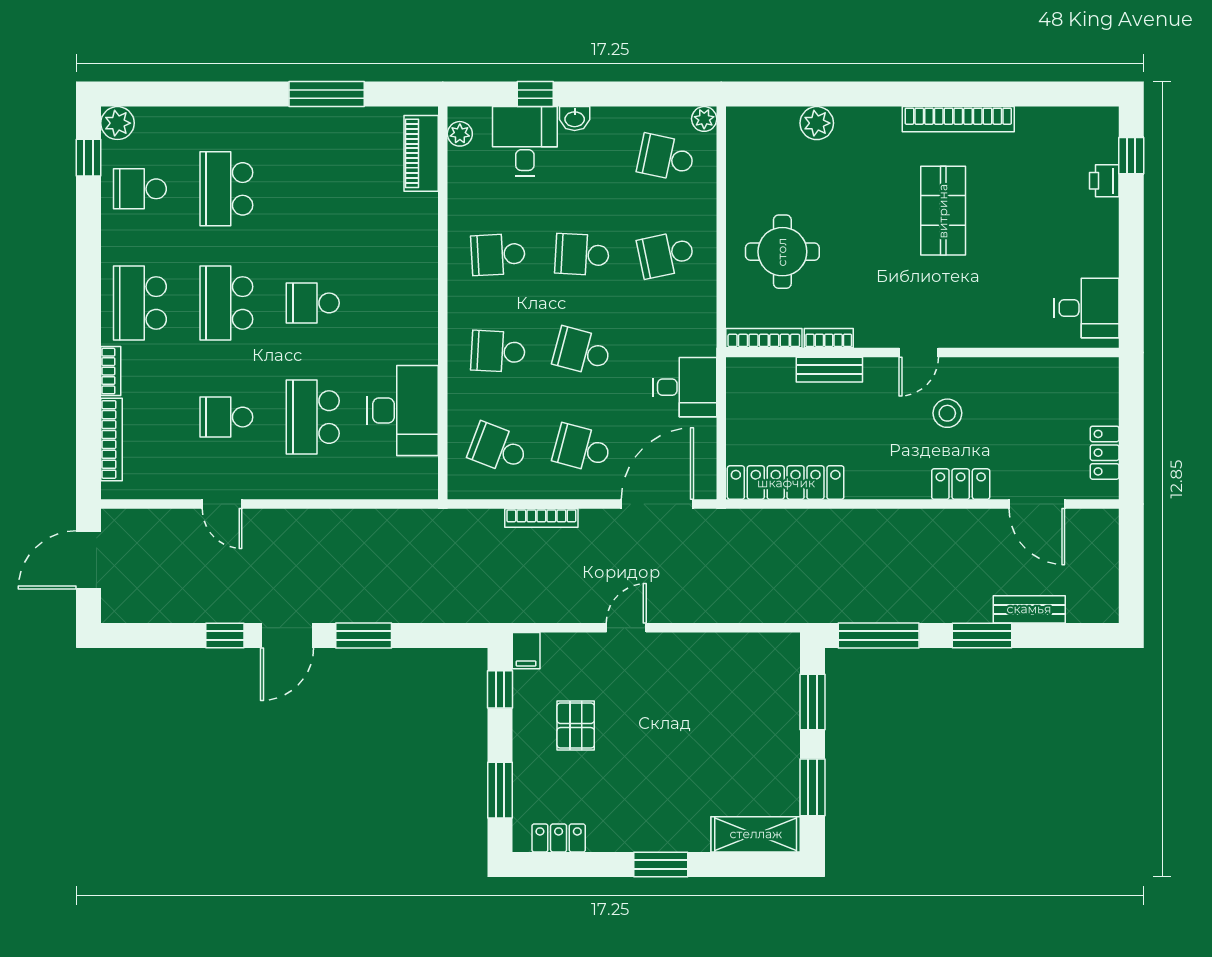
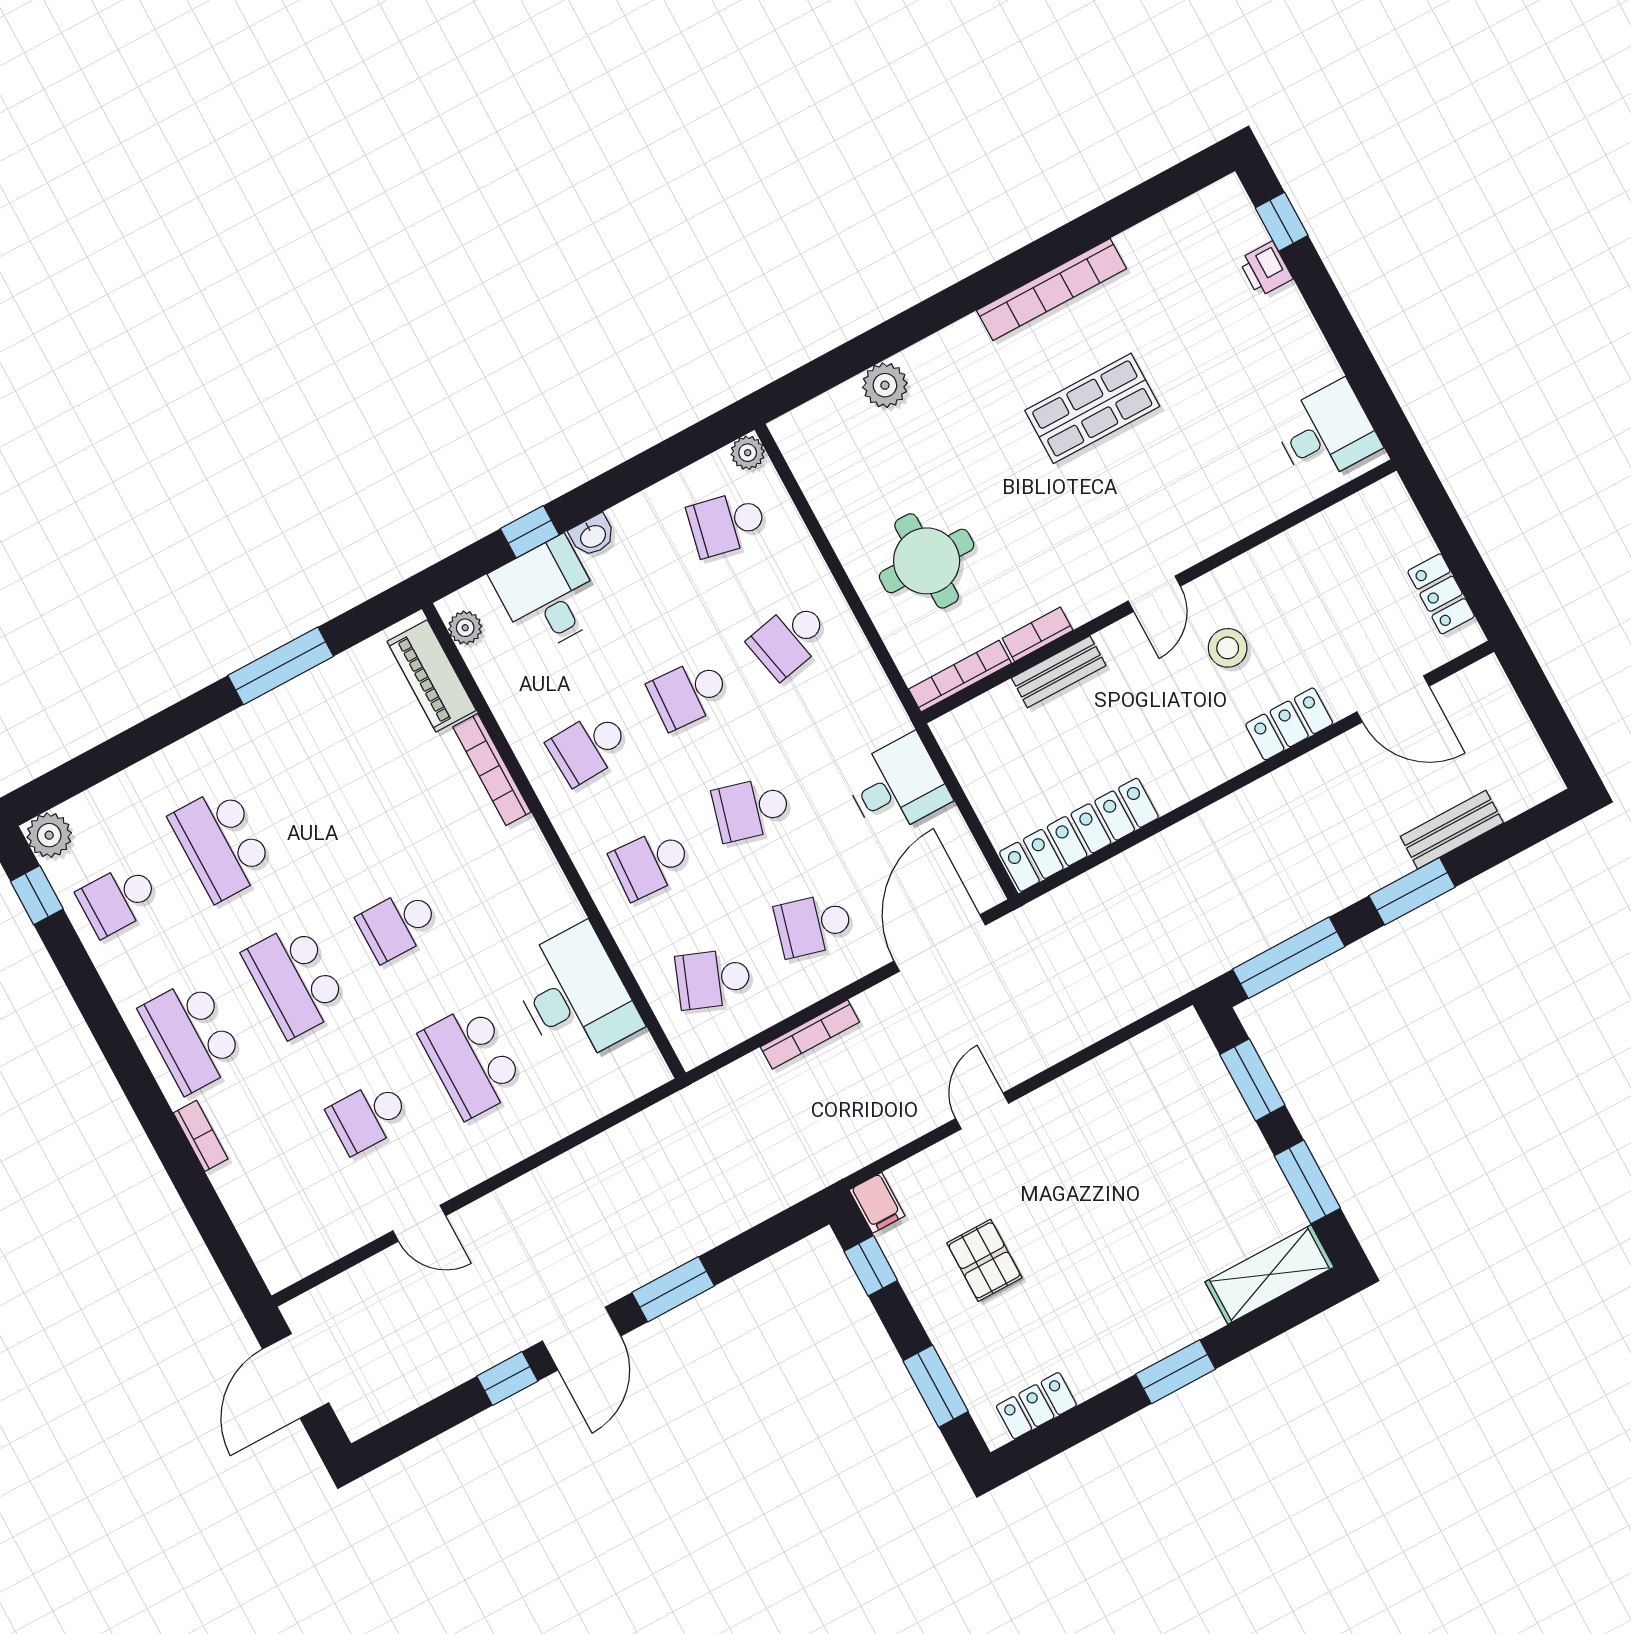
shop shelf: (943, 211) -> (1092, 408), turned 90
bookcase: (111, 439) -> (492, 770), moved, turned 180

